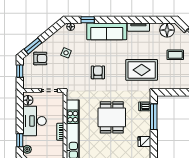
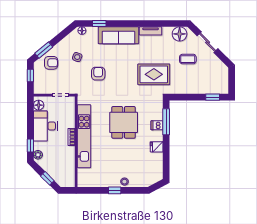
armchair: (98, 72) -> (98, 74), moved
dishwasher: (145, 106) -> (157, 125), moved

